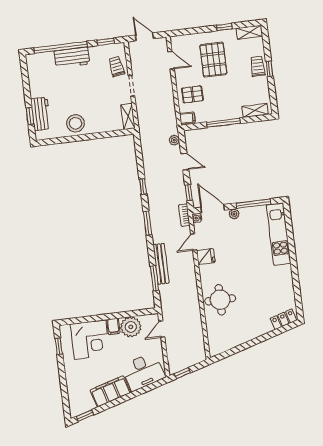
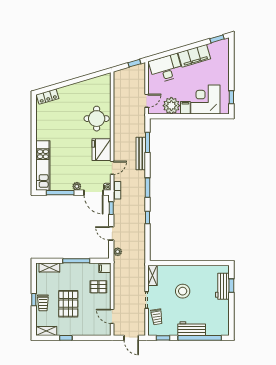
pallet: (213, 60) -> (68, 304), moved
stool: (75, 123) -> (183, 291), moved
fridge: (206, 257) -> (102, 150), width x1.88, depth x1.34

